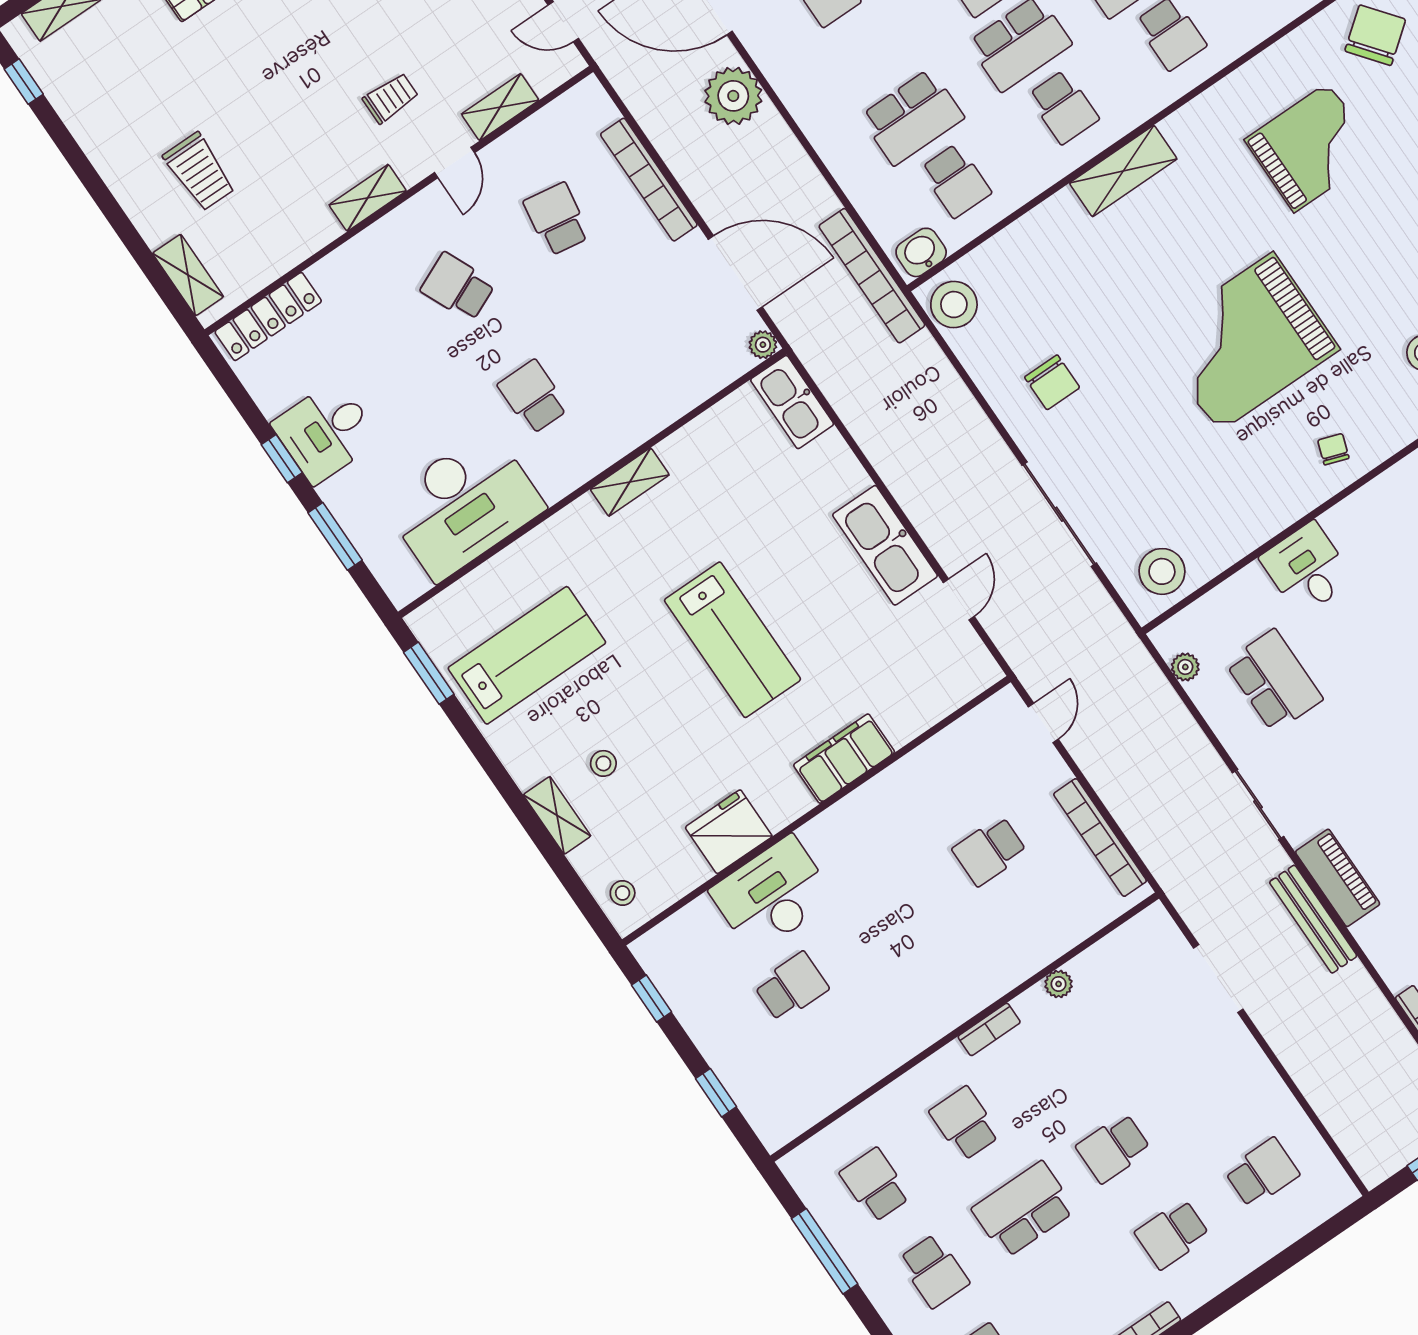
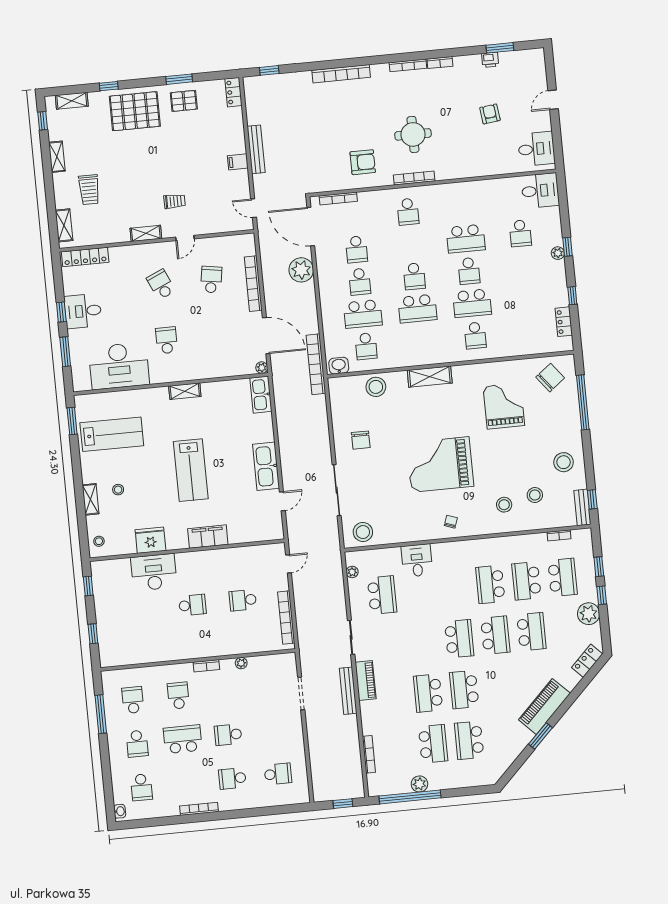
shelving: (500, 107) -> (57, 157), moved, turned 90
school desk: (1063, 107) -> (360, 282), moved
grand piano: (1311, 147) -> (504, 406), turned -90
stool: (954, 305) -> (376, 387), moved
school desk: (791, 987) -> (192, 605), moved

